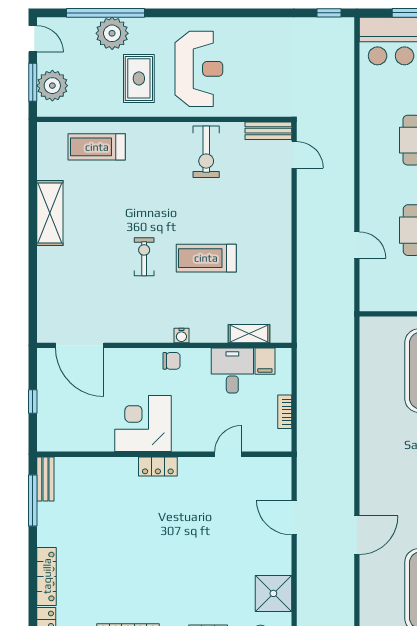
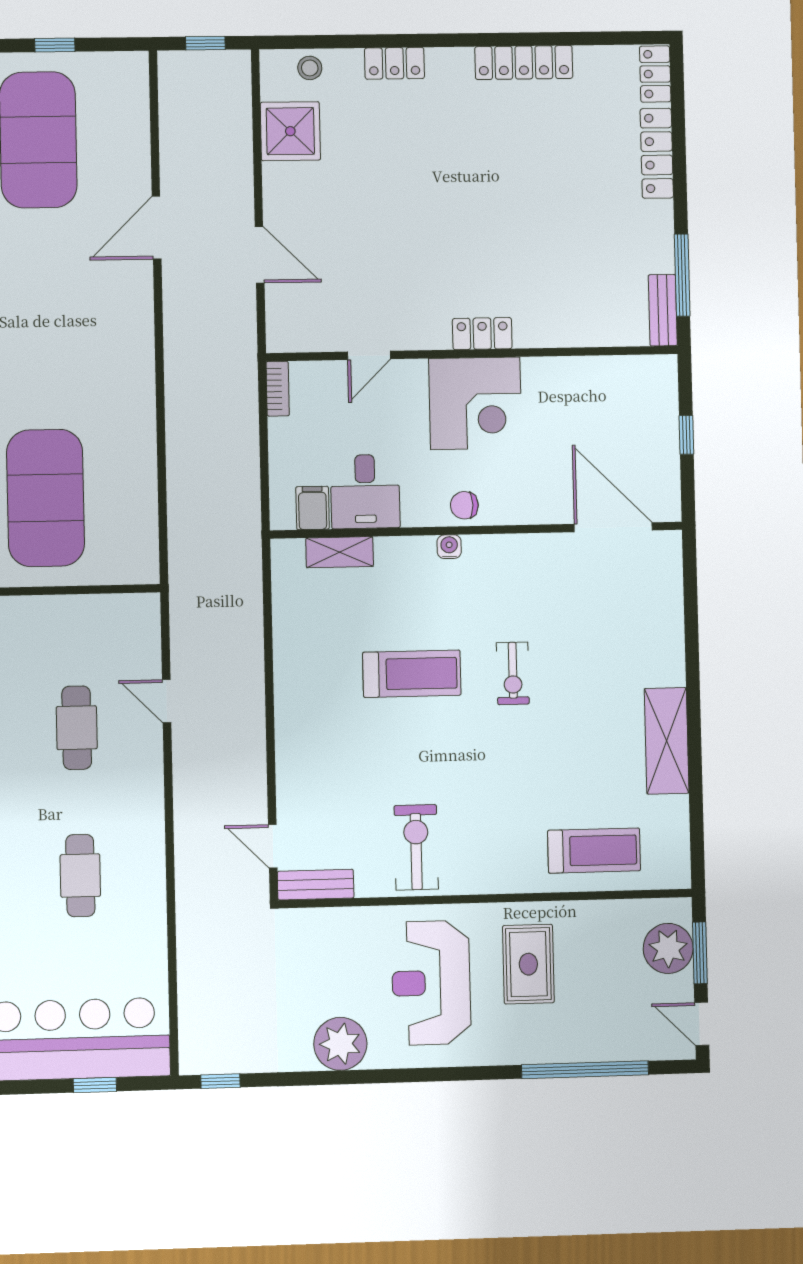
plant: (112, 33) -> (340, 1044), moved
bookcase: (285, 412) -> (278, 389), moved
corner desk: (143, 424) -> (475, 403), moved

